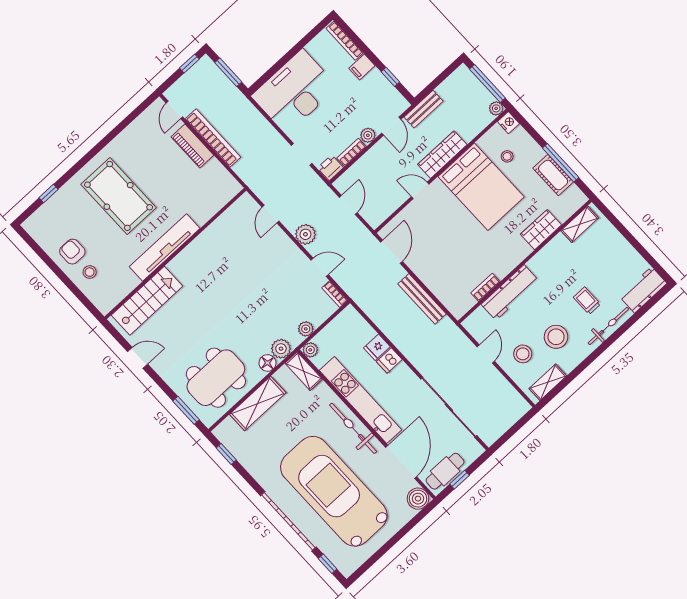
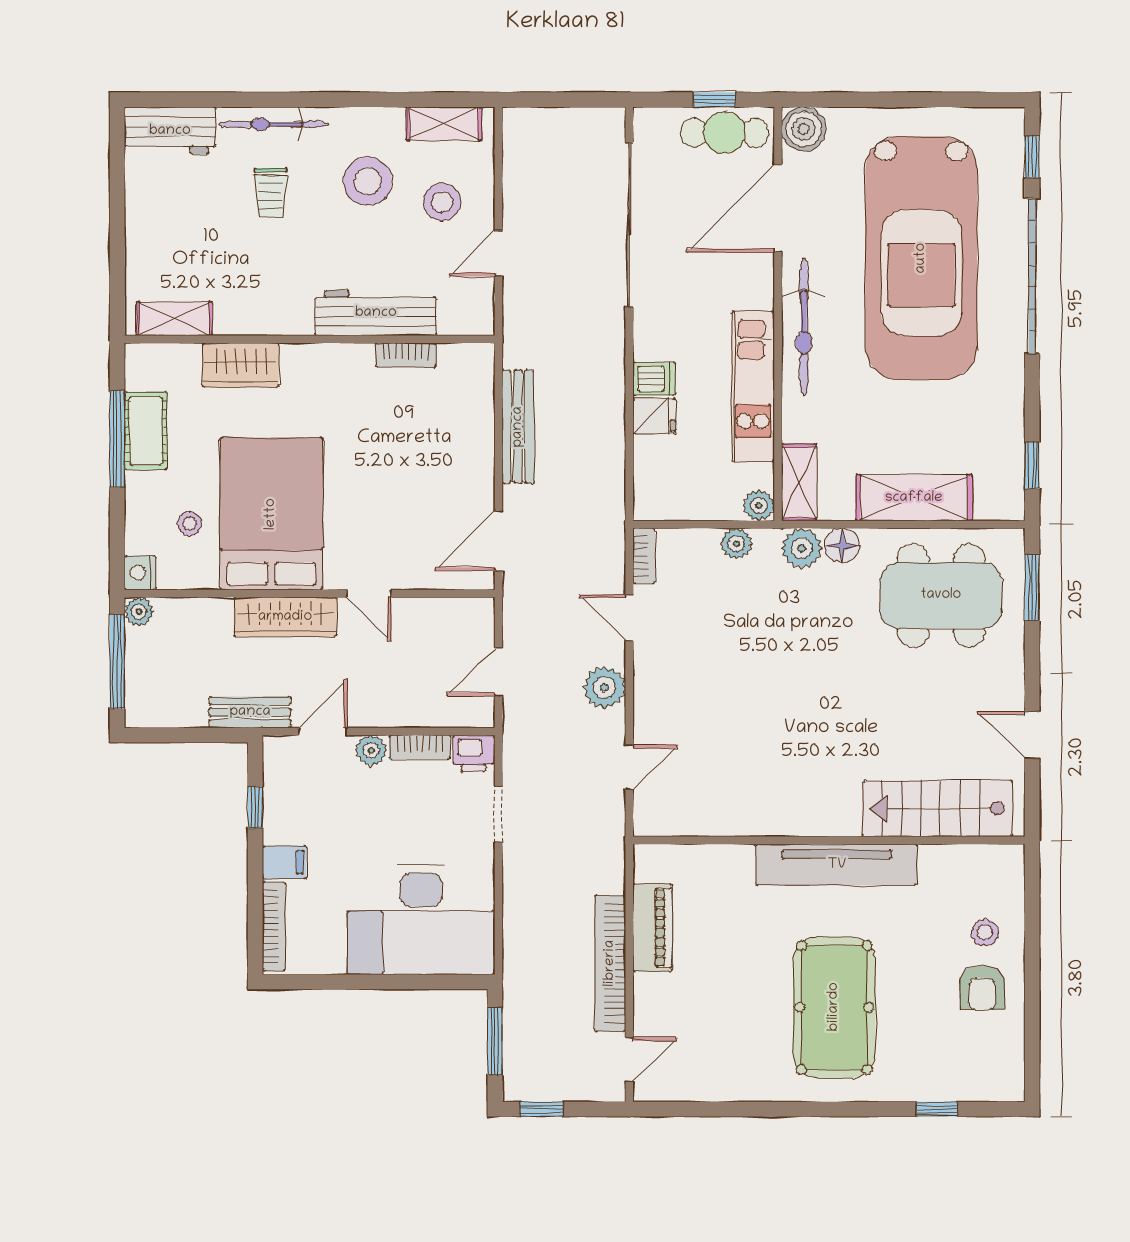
piano: (192, 146) -> (652, 928), moved
kitchen unit: (360, 400) -> (753, 386), width x0.73

